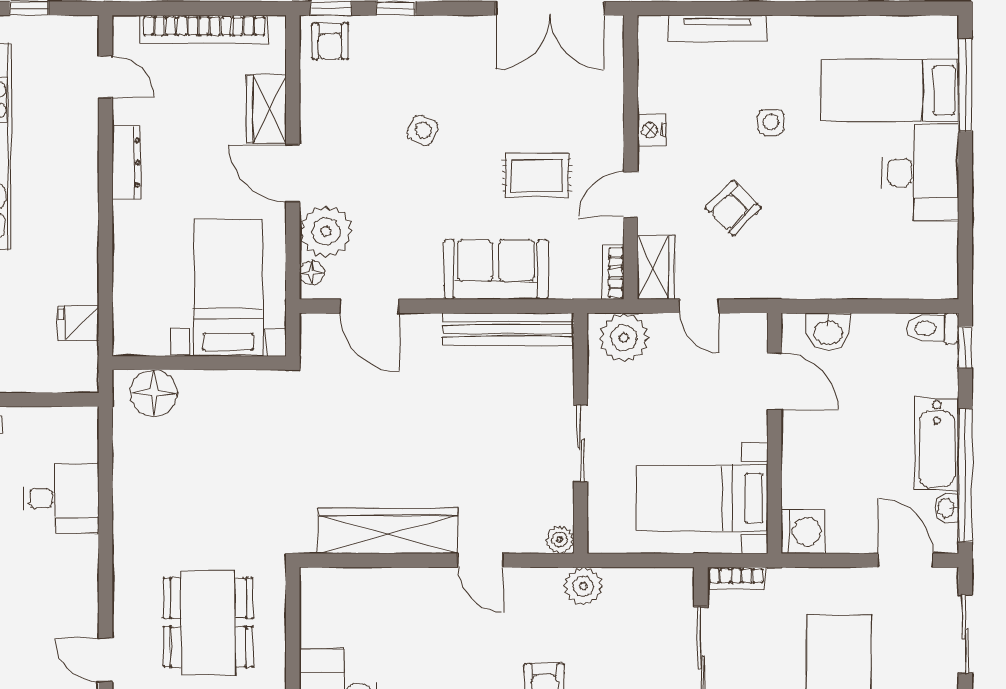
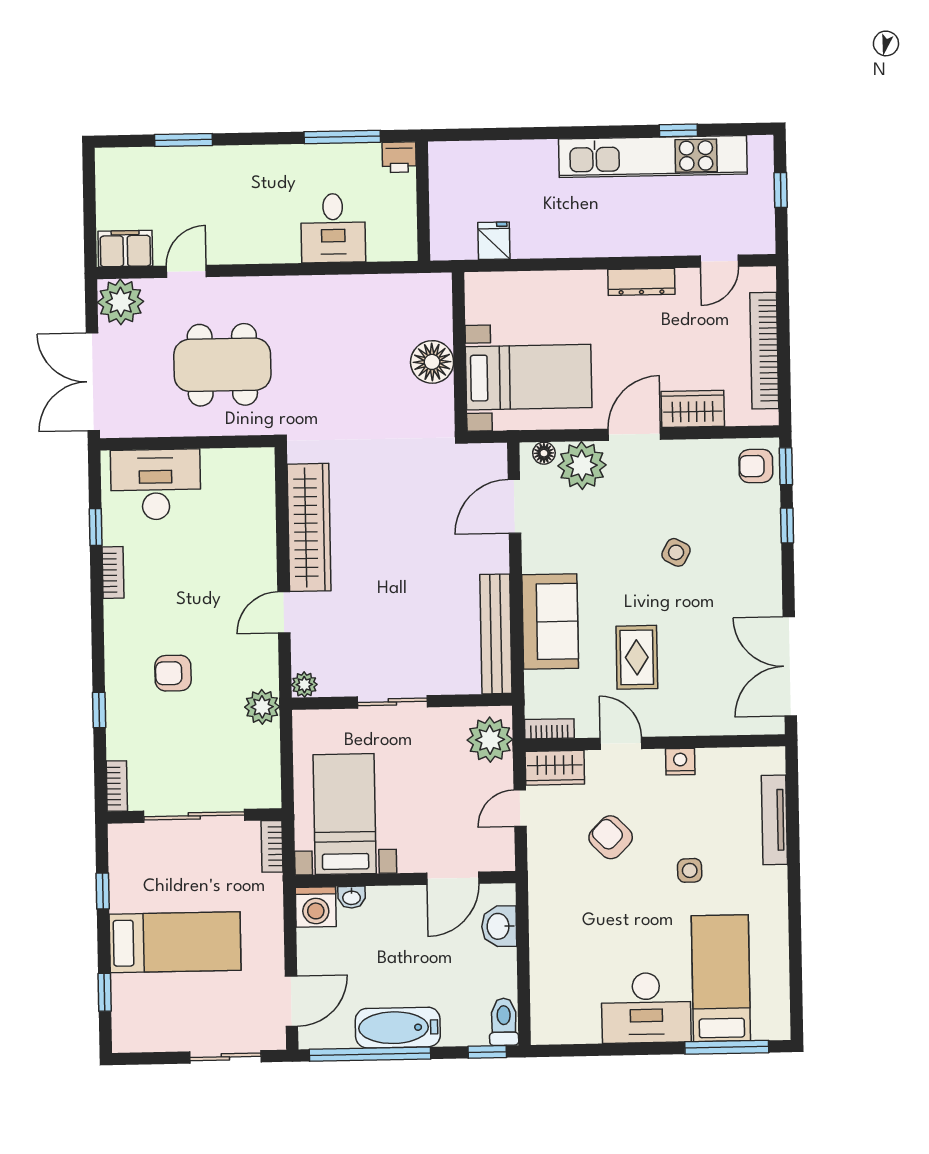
floor lamp: (154, 393) -> (432, 362), moved
washbasin: (947, 508) -> (352, 897), moved, turned 180

